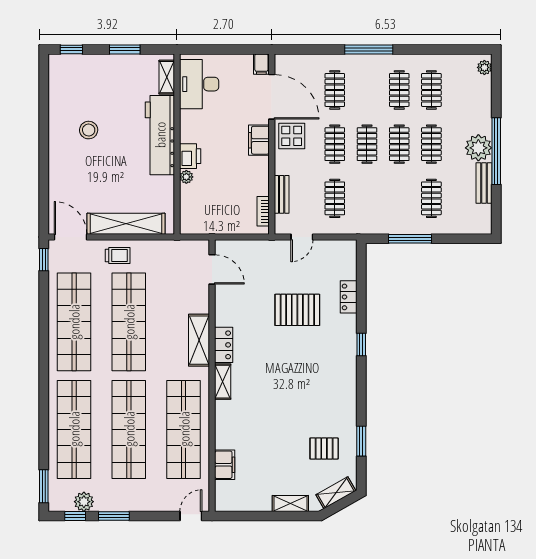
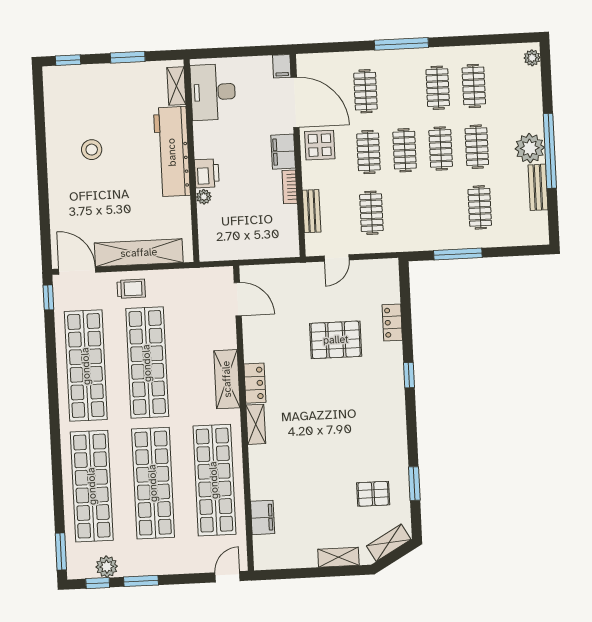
bookcase: (263, 211) -> (290, 187), moved

